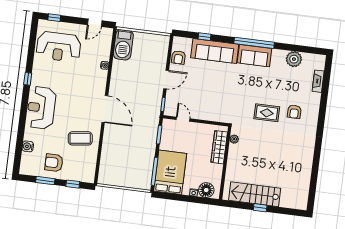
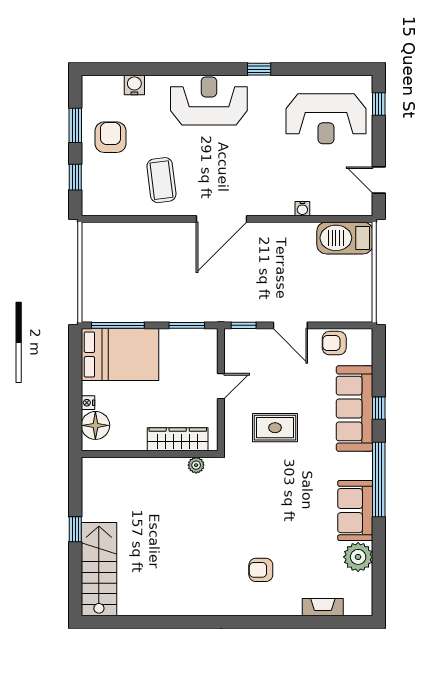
window: (205, 37) -> (379, 408), moved
reception desk: (59, 47) -> (326, 119), turned -90
sofa: (254, 56) -> (355, 511), moved
rug: (267, 113) -> (275, 428), moved, turned 90
door: (183, 119) -> (221, 386), moved
stairs: (255, 194) -> (99, 569), moved

